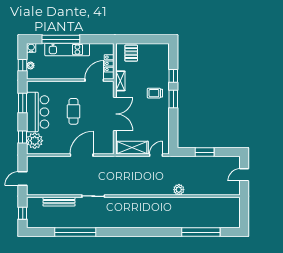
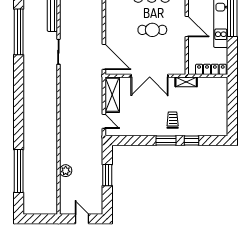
pallet: (131, 53) -> (217, 94), removed
locker: (109, 63) -> (211, 69), width x1.53
door: (94, 80) -> (187, 27), moved
door: (82, 155) -> (104, 57), moved
plant: (179, 190) -> (66, 171), moved

